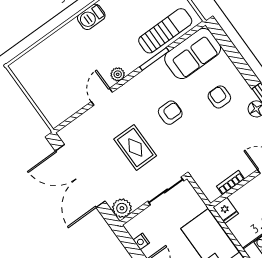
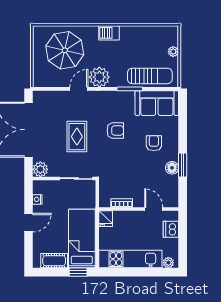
parasol: (59, 68) -> (65, 50), added
plant: (118, 74) -> (99, 77), width x1.87, depth x1.87

